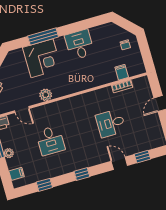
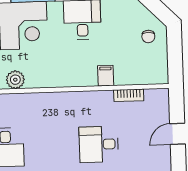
filing cabinet: (122, 72) -> (106, 76), moved

